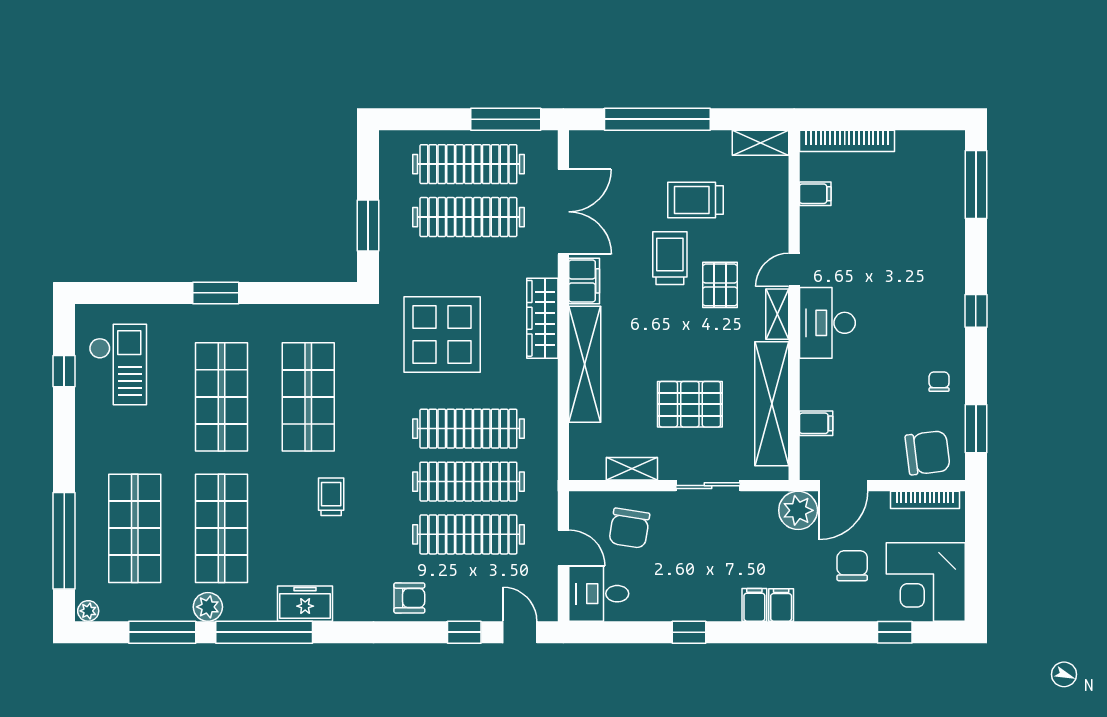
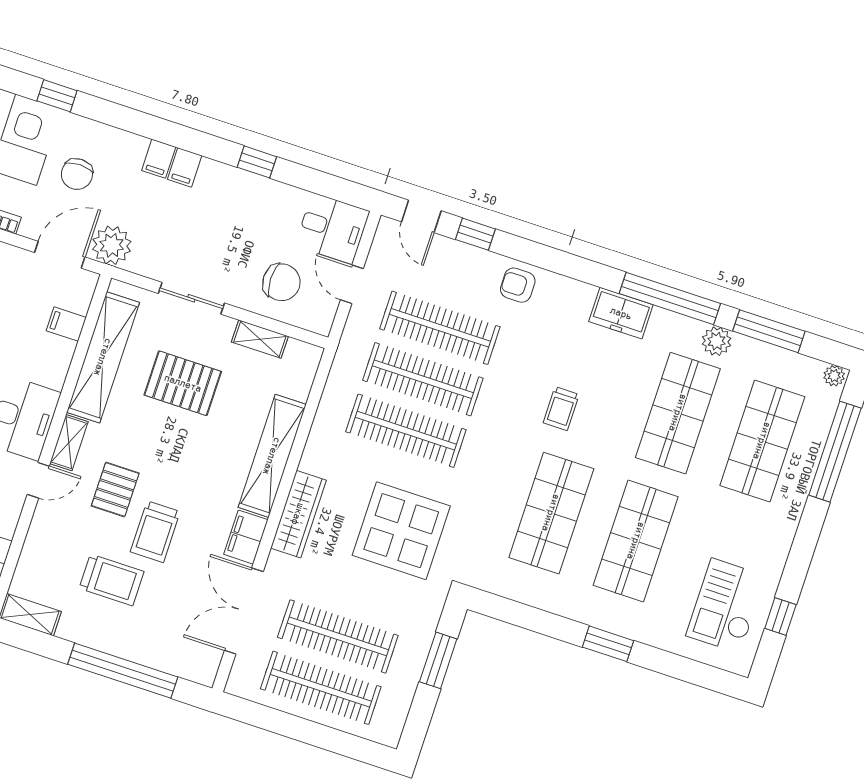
window: (506, 119) -> (270, 719), removed
chair: (629, 528) -> (281, 282), turned 81

